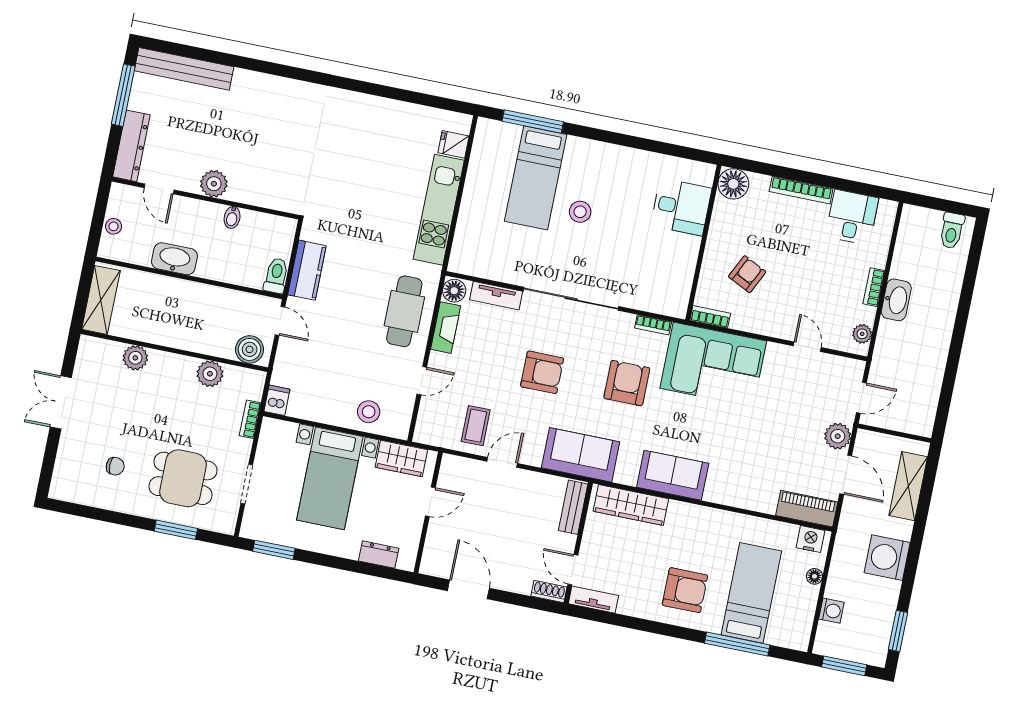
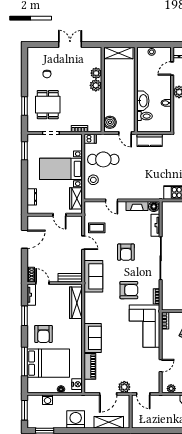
washbasin: (174, 259) -> (143, 101), moved
toilet: (276, 276) -> (145, 116), moved
cafe table: (404, 311) -> (103, 159), moved
door: (280, 321) -> (125, 133), hinge flipped
plant: (210, 374) -> (96, 85), moved
sofa: (673, 475) -> (93, 338), moved
piano: (807, 509) -> (90, 366), moved
door: (573, 570) -> (42, 283), hinge flipped
bed: (751, 593) -> (48, 363), width x1.50
window: (637, 624) -> (25, 316), added

